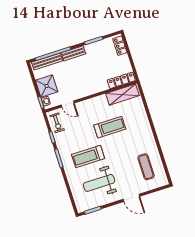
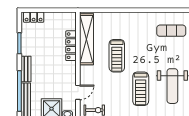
locker: (121, 80) -> (71, 46), moved
shelving: (122, 95) -> (86, 39), width x1.47
treadmill: (110, 127) -> (117, 56), turned 180

